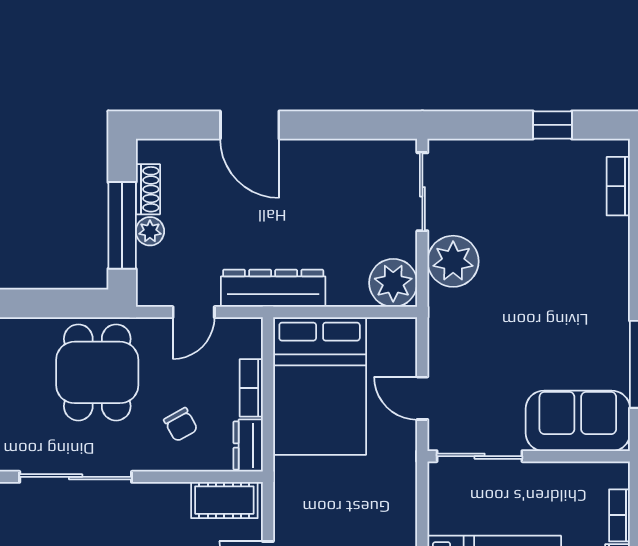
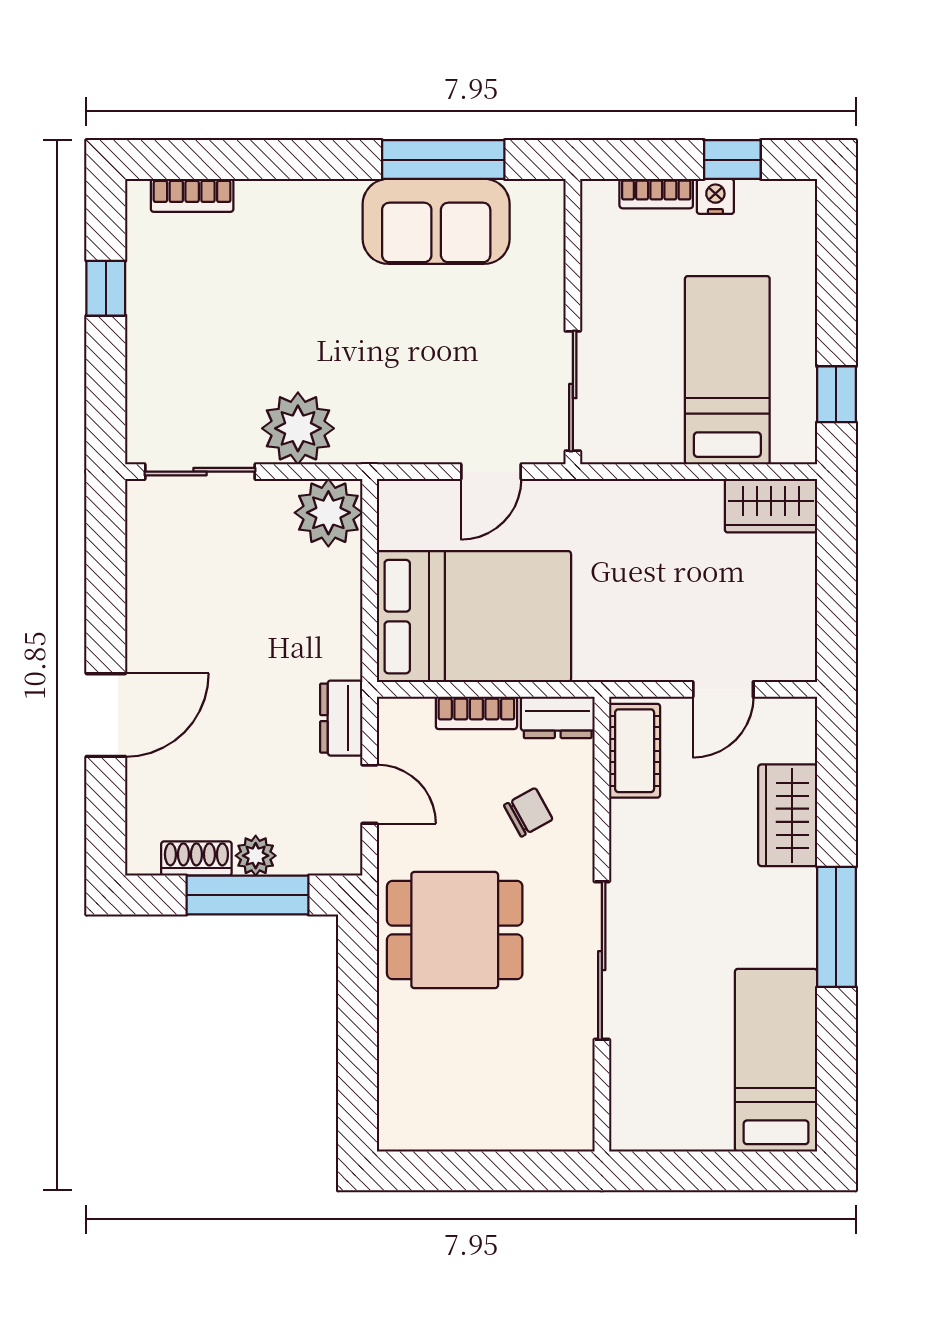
dresser: (273, 288) -> (341, 718), width x0.51, depth x0.80
sofa: (578, 421) -> (436, 221), moved, turned -90

